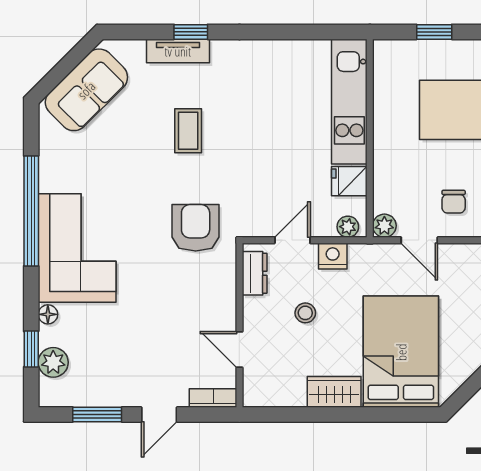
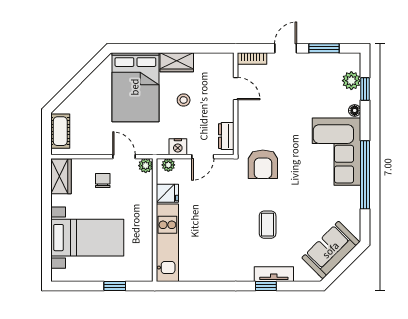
stool: (305, 313) -> (184, 100), moved

